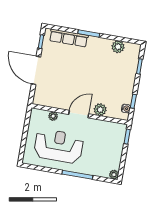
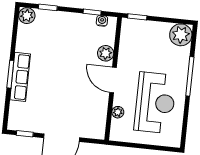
row of seats: (69, 38) -> (20, 77), moved
plant: (118, 47) -> (27, 16), moved
reception desk: (59, 146) -> (155, 103), turned 180
plant: (114, 175) -> (181, 35), width x1.88, depth x1.88

